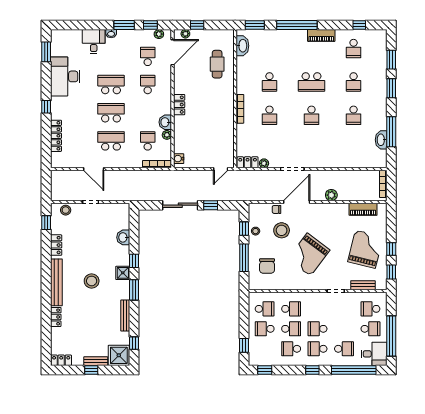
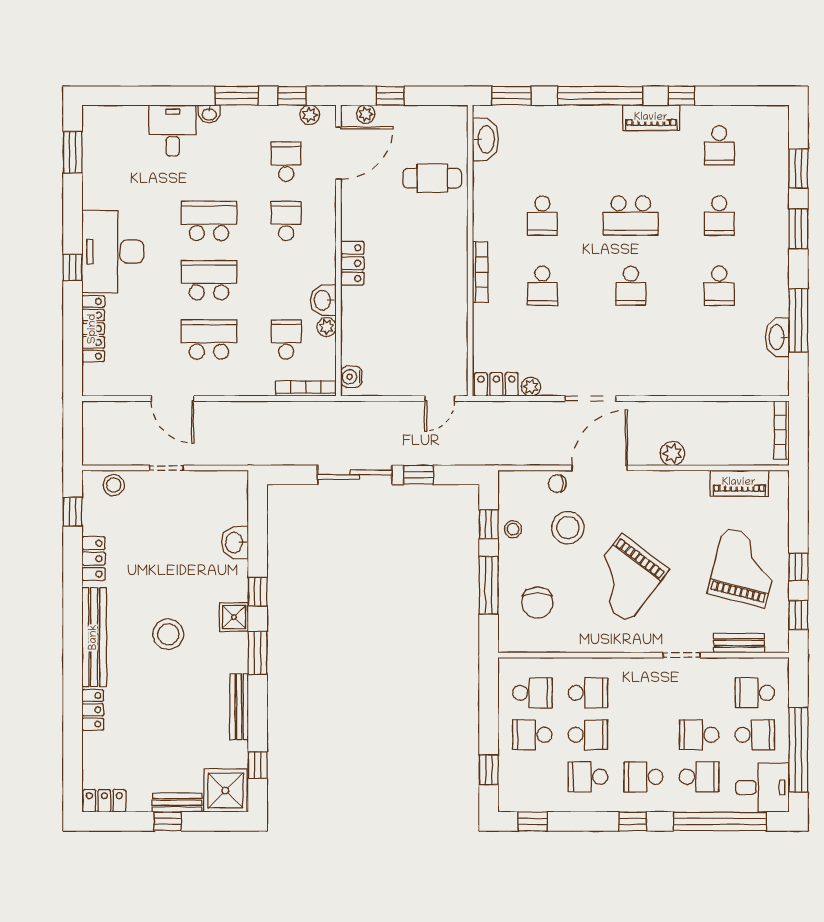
window: (359, 25) -> (681, 96), moved
cafe table: (217, 64) -> (432, 178), turned 90
desk: (65, 76) -> (113, 251), moved
school desk: (318, 329) -> (699, 735), moved

